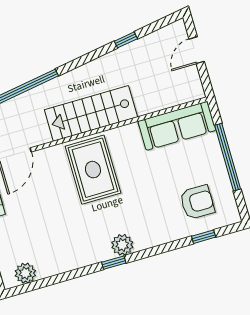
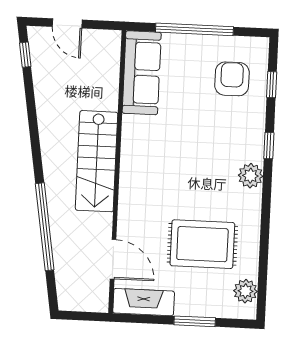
window: (126, 40) -> (25, 55), moved
rug: (93, 170) -> (202, 244), moved
window: (114, 263) -> (269, 146), moved

